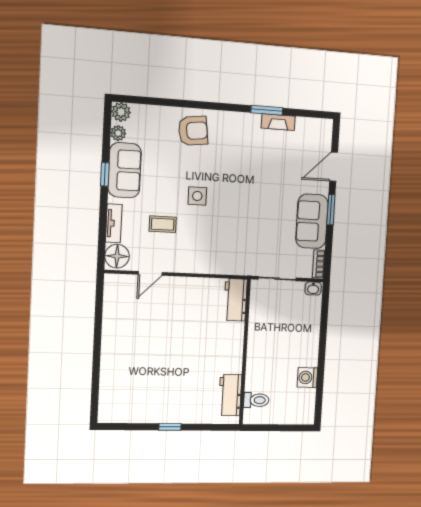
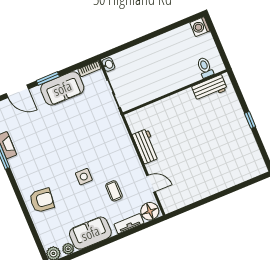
armchair: (193, 131) -> (42, 200), turned 103
window: (105, 174) -> (99, 245), removed
workbench: (235, 300) -> (146, 146), moved, turned -90
washing machine: (307, 377) -> (200, 27), moved, turned 90

